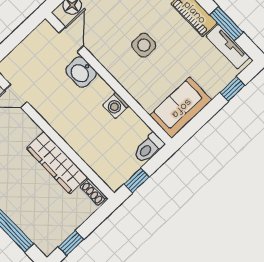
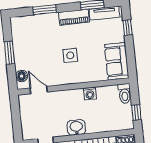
washbasin: (81, 72) -> (76, 127), moved, turned 180

